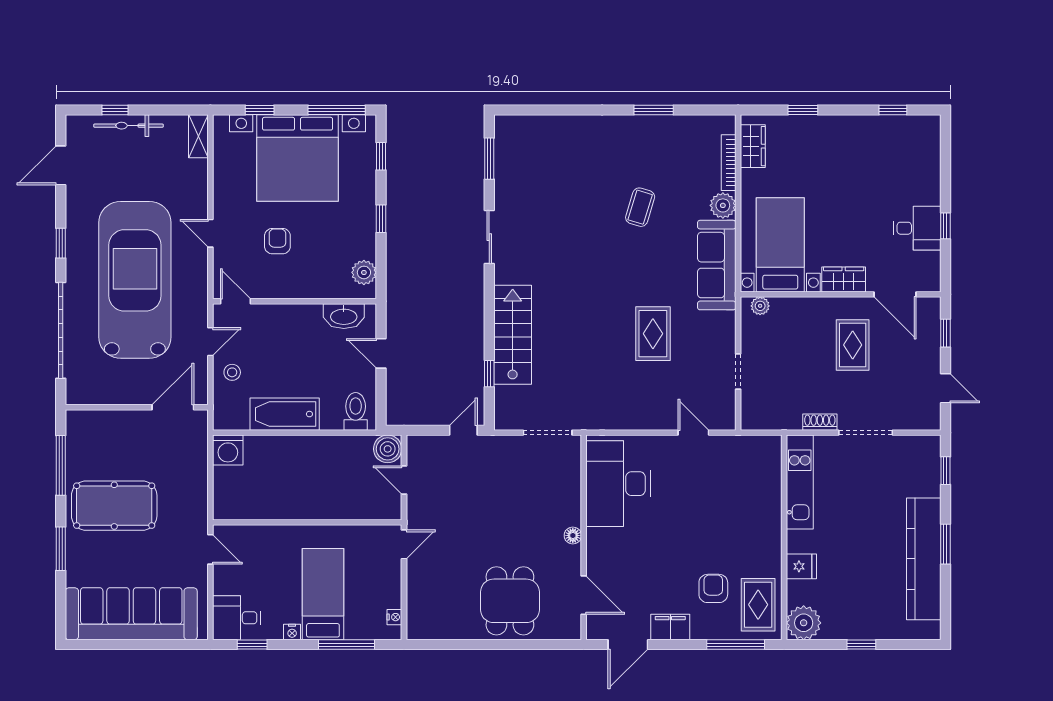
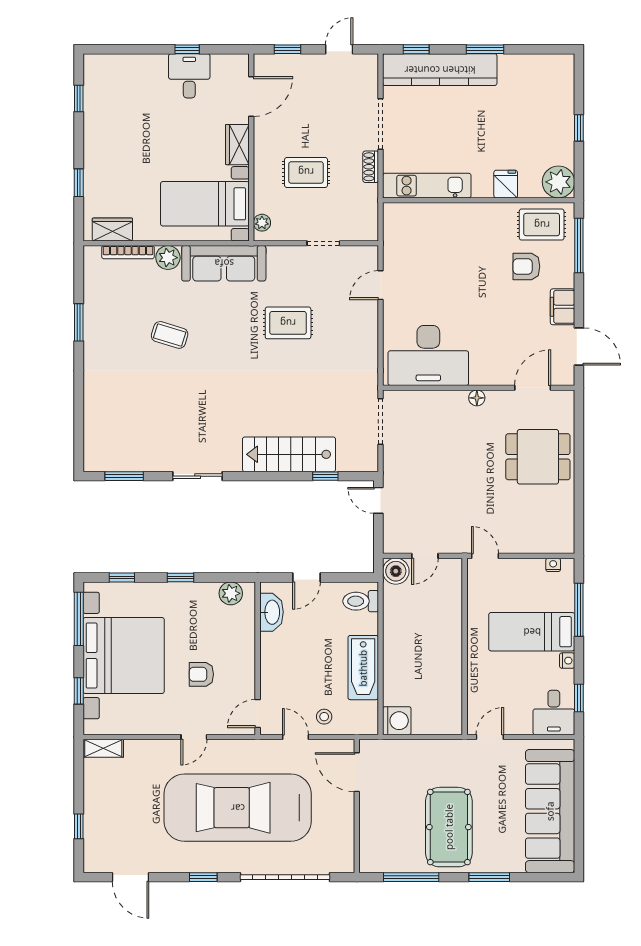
bicycle: (128, 126) -> (93, 814), removed
rug: (853, 345) -> (306, 172), moved
kitchen counter: (924, 559) -> (440, 70), moved

